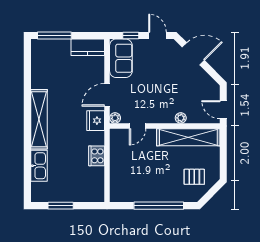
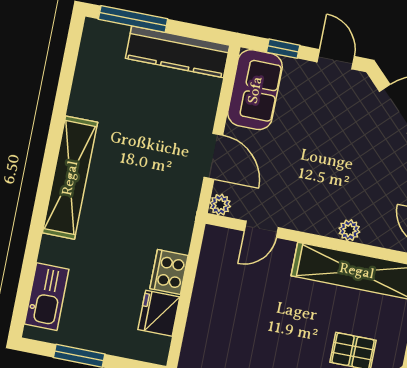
kitchen counter: (88, 47) -> (178, 52), width x1.50
door: (107, 95) -> (213, 156), swing flipped
fridge: (96, 121) -> (159, 313), moved
kitchen sink: (39, 166) -> (47, 297), moved

